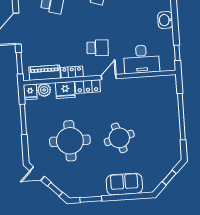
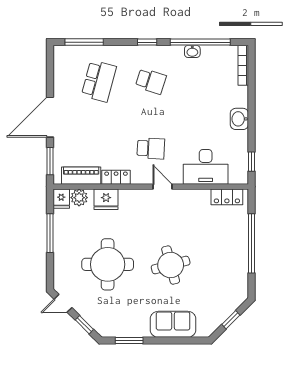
door: (109, 77) -> (163, 187), hinge flipped
locker: (88, 87) -> (227, 197), moved

